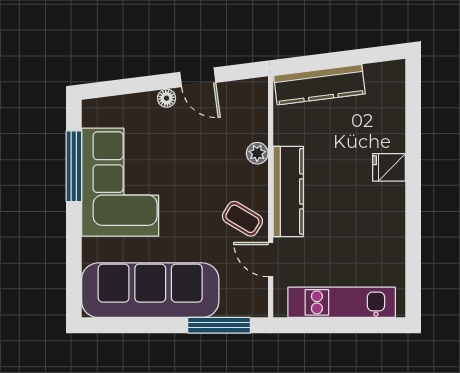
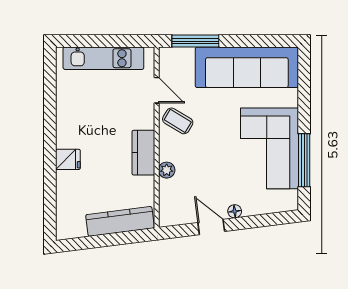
kitchen counter: (288, 191) -> (143, 153), width x0.67

